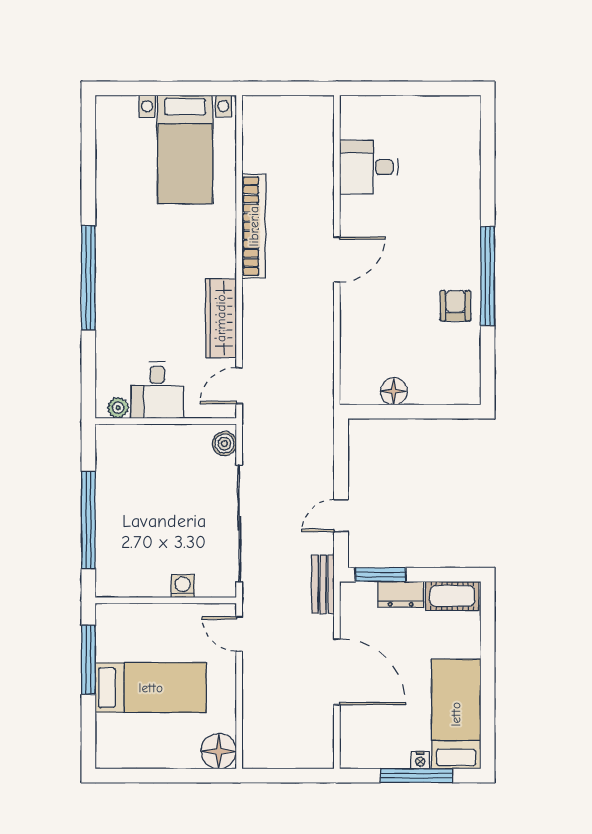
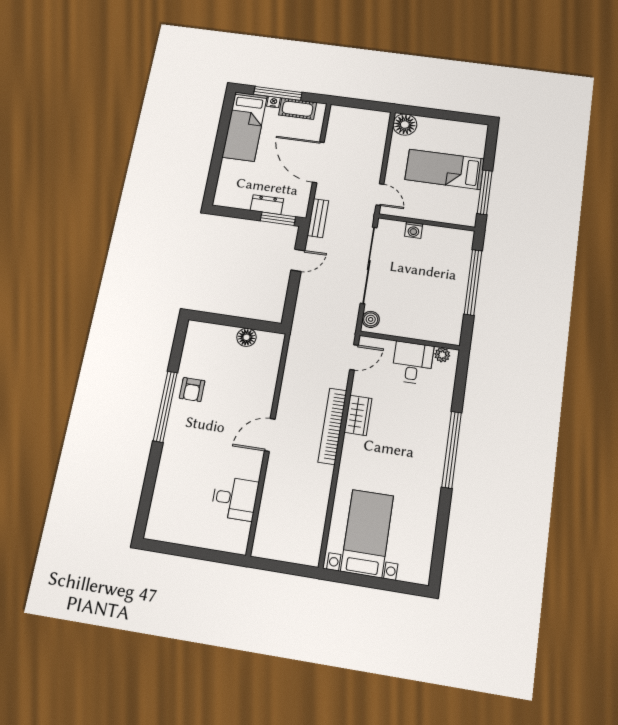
bookcase: (254, 226) -> (332, 426), moved
wardrobe: (221, 318) -> (358, 415), width x0.67
cot: (452, 596) -> (298, 109), moved

